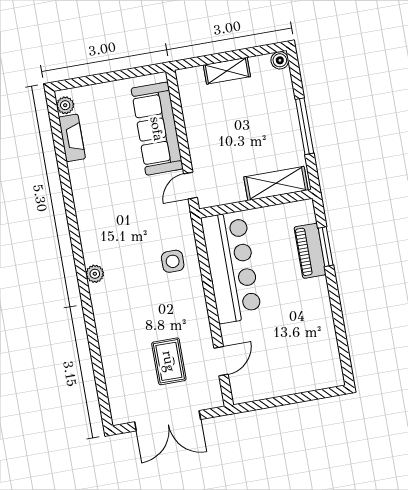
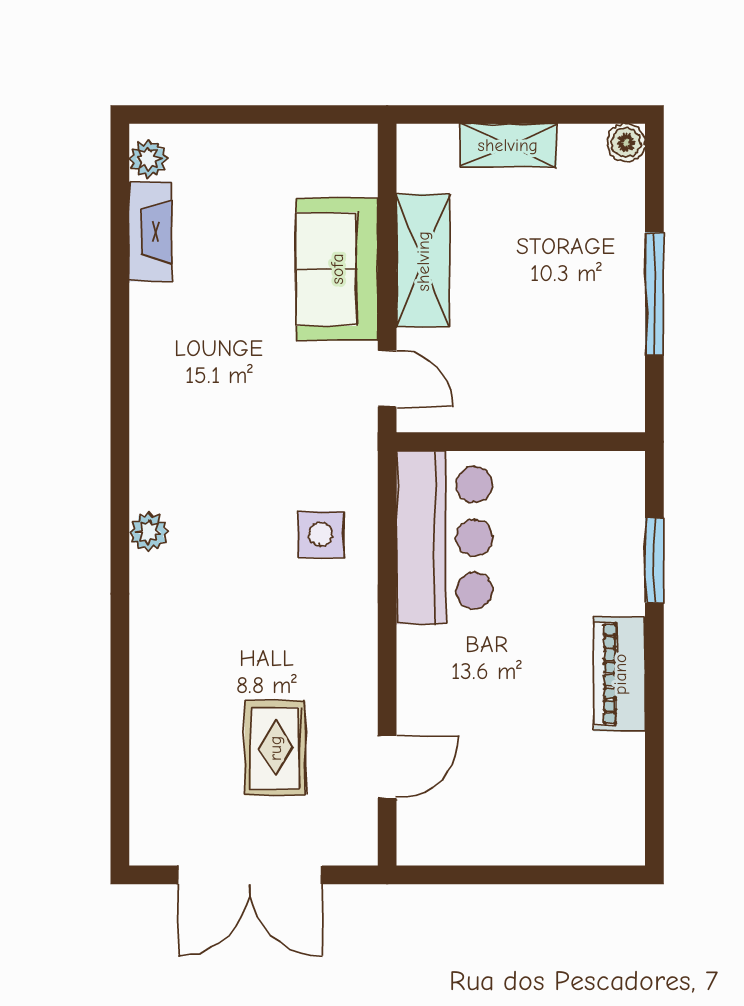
sofa: (157, 129) -> (337, 269), width x0.73
shelving: (276, 183) -> (423, 261), moved, turned 90
door: (190, 186) -> (387, 379), swing flipped
piano: (310, 251) -> (620, 674), moved
bar counter: (231, 267) -> (444, 538), width x0.73

